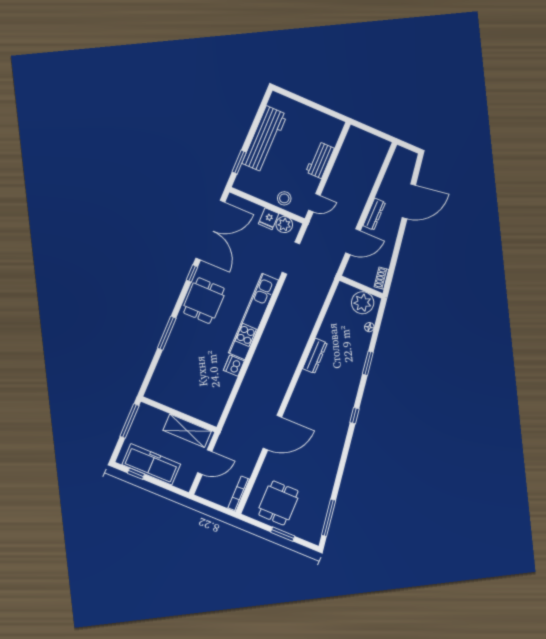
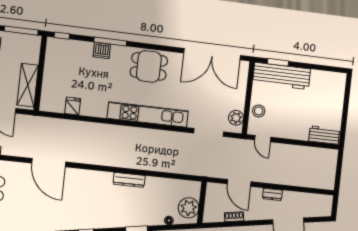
workbench: (265, 139) -> (282, 76), moved
workbench: (320, 160) -> (324, 135), moved
dresser: (374, 214) -> (273, 194), width x0.70
fridge: (269, 219) -> (73, 106), moved, turned 90
window: (192, 273) -> (62, 36), moved
shoe rack: (381, 278) -> (234, 217), moved
dishwasher: (234, 366) -> (102, 51), moved, turned 180

